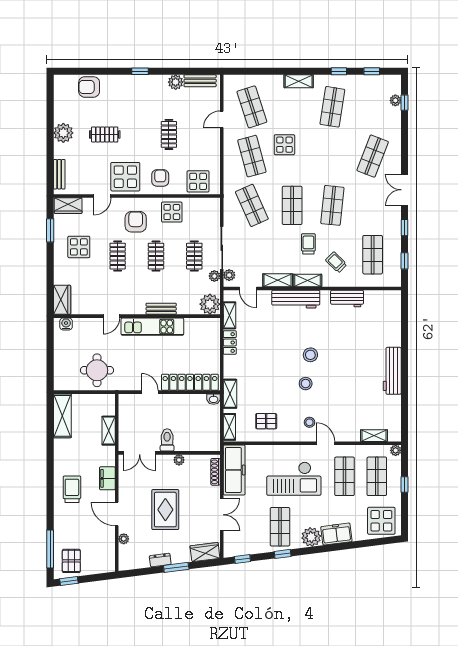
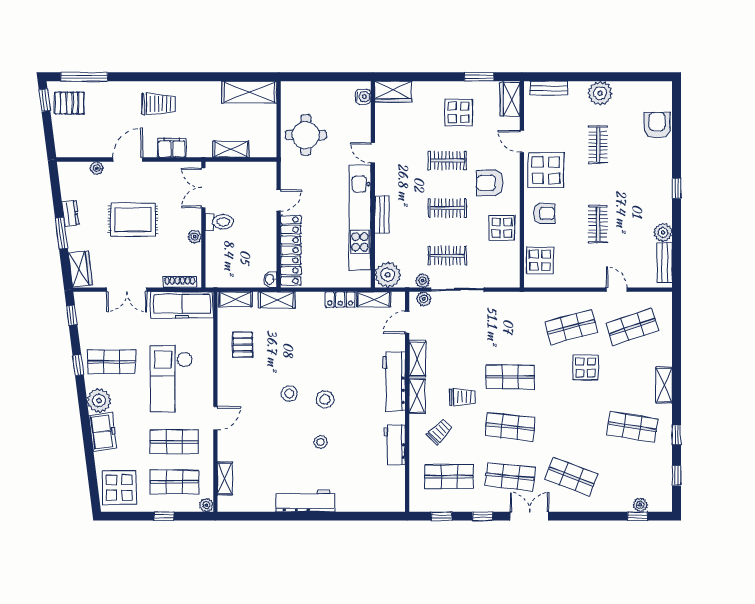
clothes rail: (169, 134) -> (598, 224), turned 90
shop shelf: (252, 205) -> (510, 477), moved, turned 30
armchair: (136, 222) -> (490, 183), turned 180
kitchen unit: (152, 327) -> (360, 218), width x1.36
stool: (309, 422) -> (321, 442), moved

